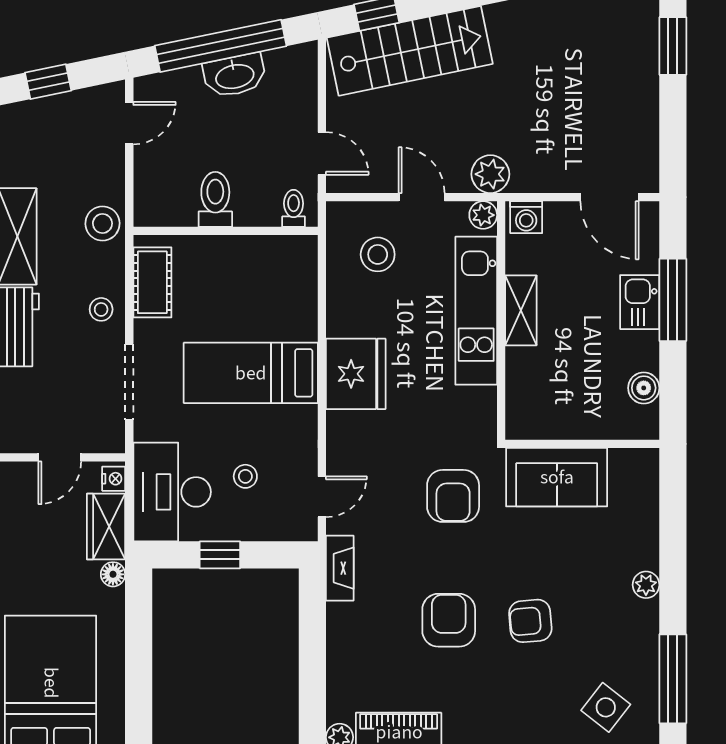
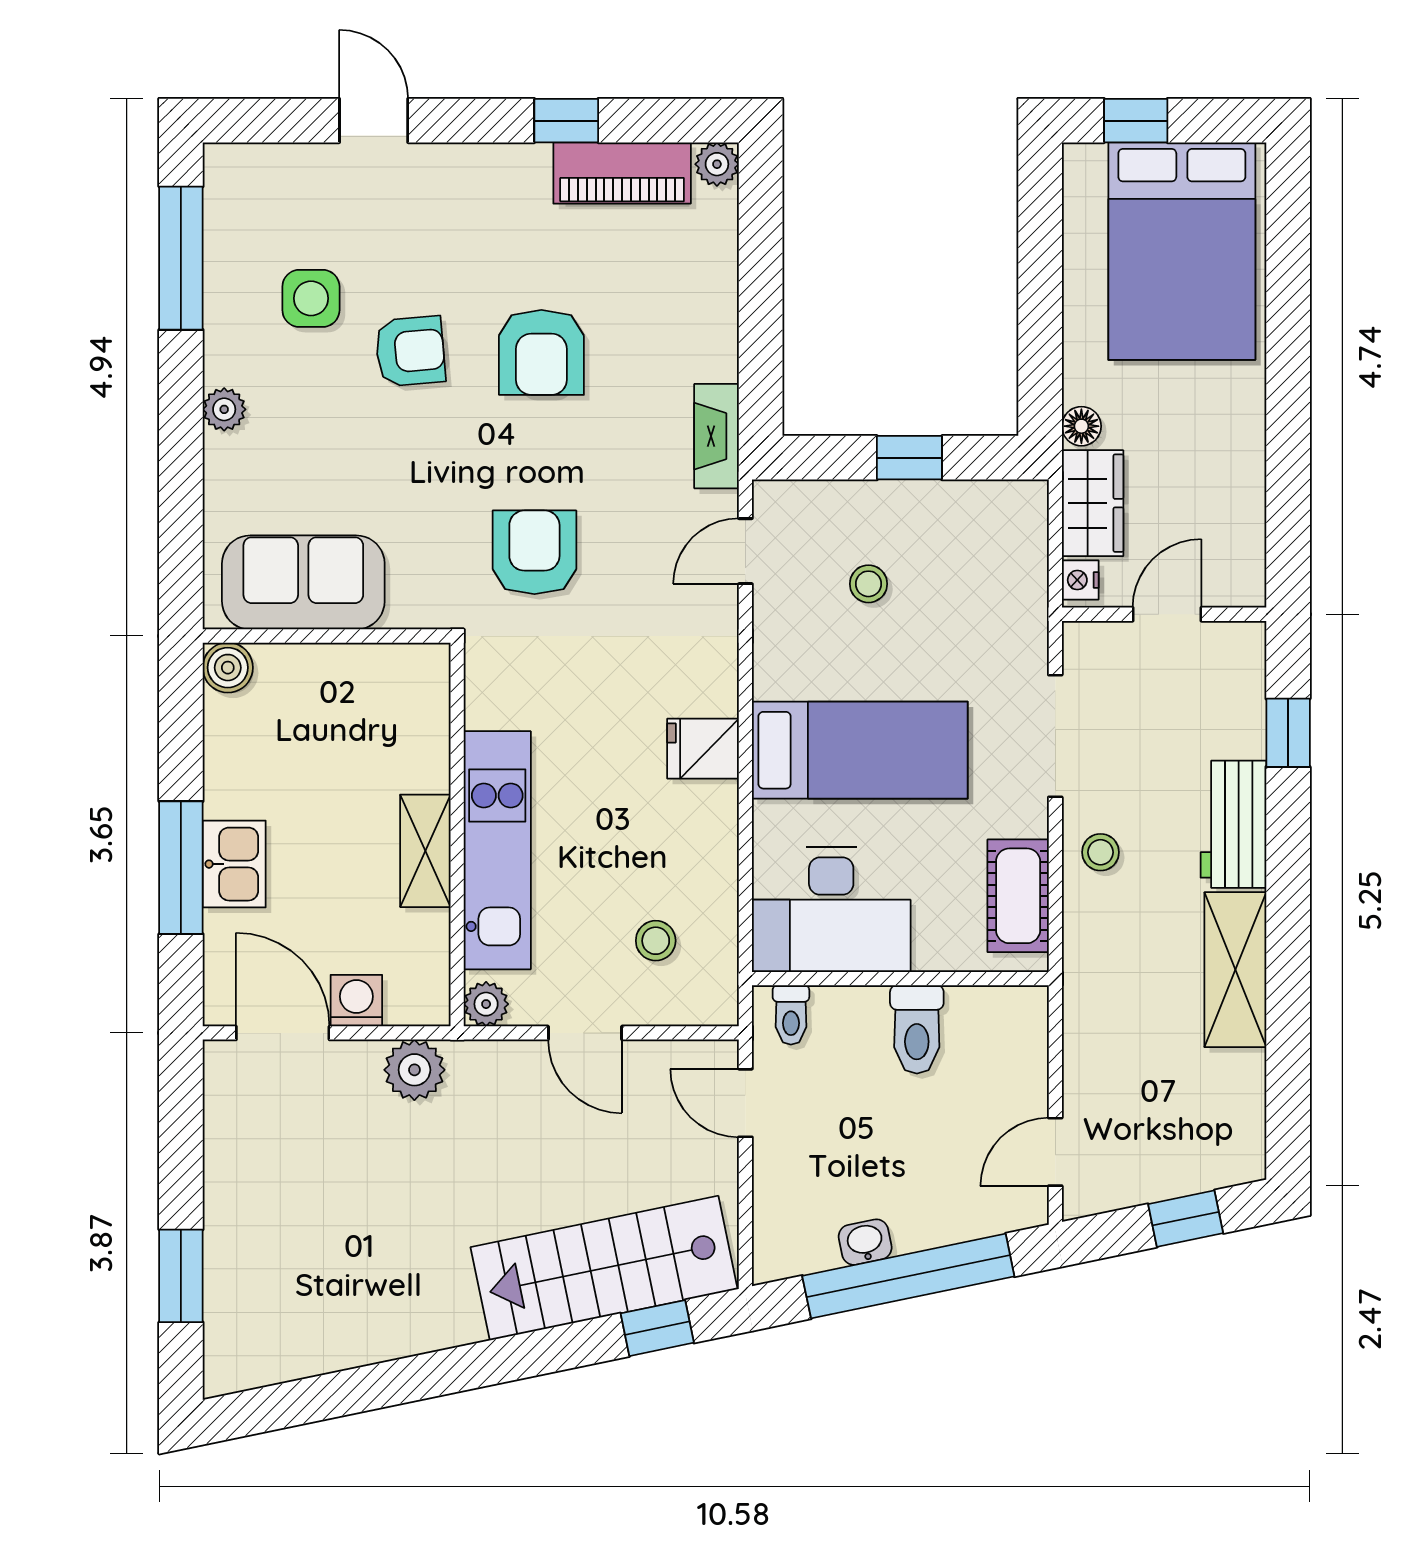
washbasin: (235, 75) -> (865, 1242), width x0.52, depth x0.69
plant: (490, 174) -> (414, 1070), moved
washing machine: (526, 217) -> (356, 1001), moved
stool: (102, 223) -> (1098, 990), removed
stool: (378, 254) -> (656, 941), width x0.73, depth x0.73
fridge: (356, 374) -> (703, 749), width x0.53, depth x0.75
boiler: (644, 388) -> (228, 668), moved
sofa: (557, 477) -> (303, 582), moved
desk: (172, 492) -> (831, 910), moved, turned 90
side table: (606, 707) -> (311, 298), moved, turned -38

